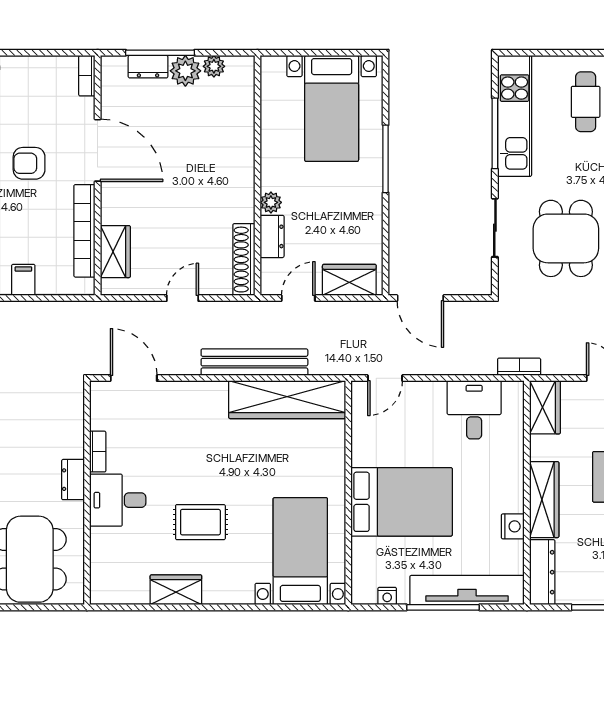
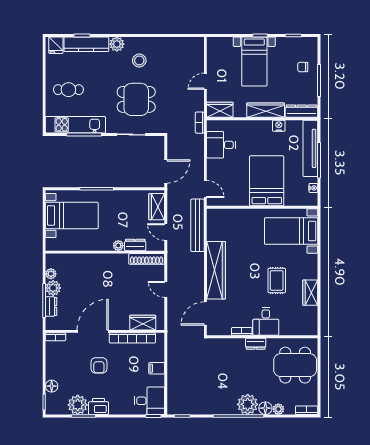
bench: (254, 362) -> (197, 225), moved
wardrobe: (287, 400) -> (216, 270), moved

